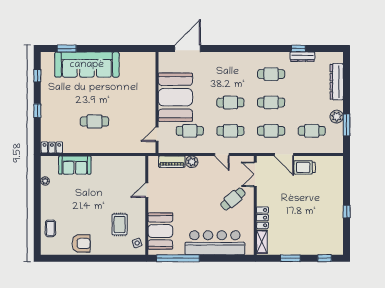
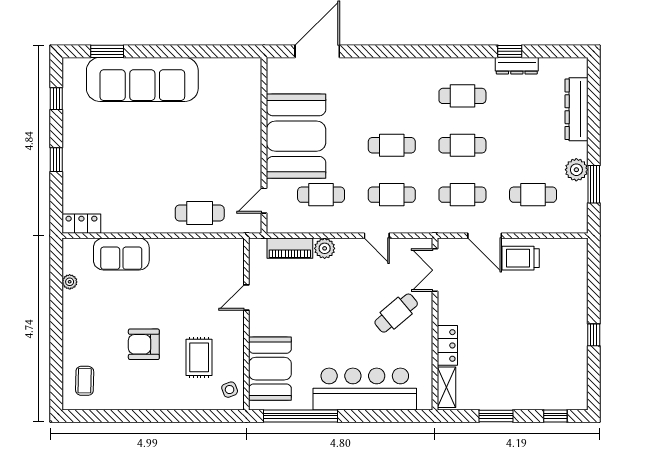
cafe table: (95, 121) -> (200, 213), moved
coffee table: (50, 228) -> (85, 381), moved
armchair: (81, 243) -> (144, 344), moved, turned 180

